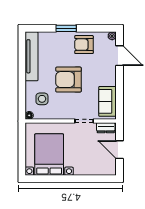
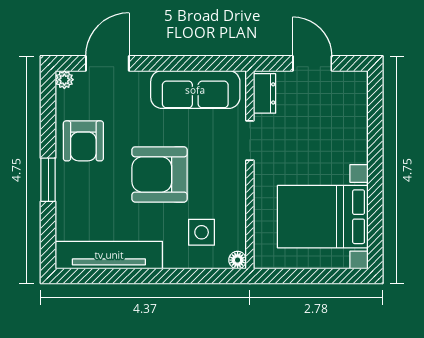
armchair: (69, 80) -> (160, 174), turned 90
sofa: (108, 101) -> (195, 90), width x1.36
door: (120, 150) -> (312, 63), swing flipped

